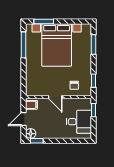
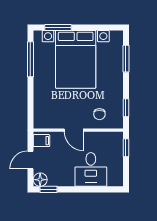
desk: (79, 122) -> (91, 169), moved, turned 90

